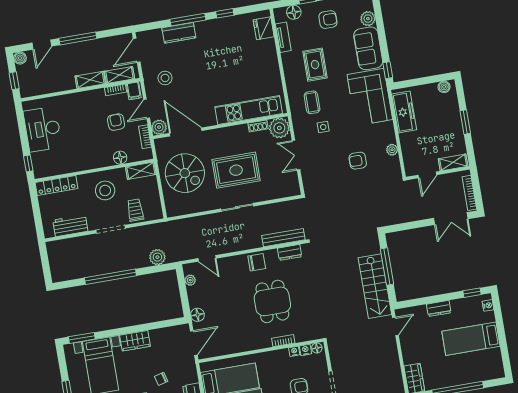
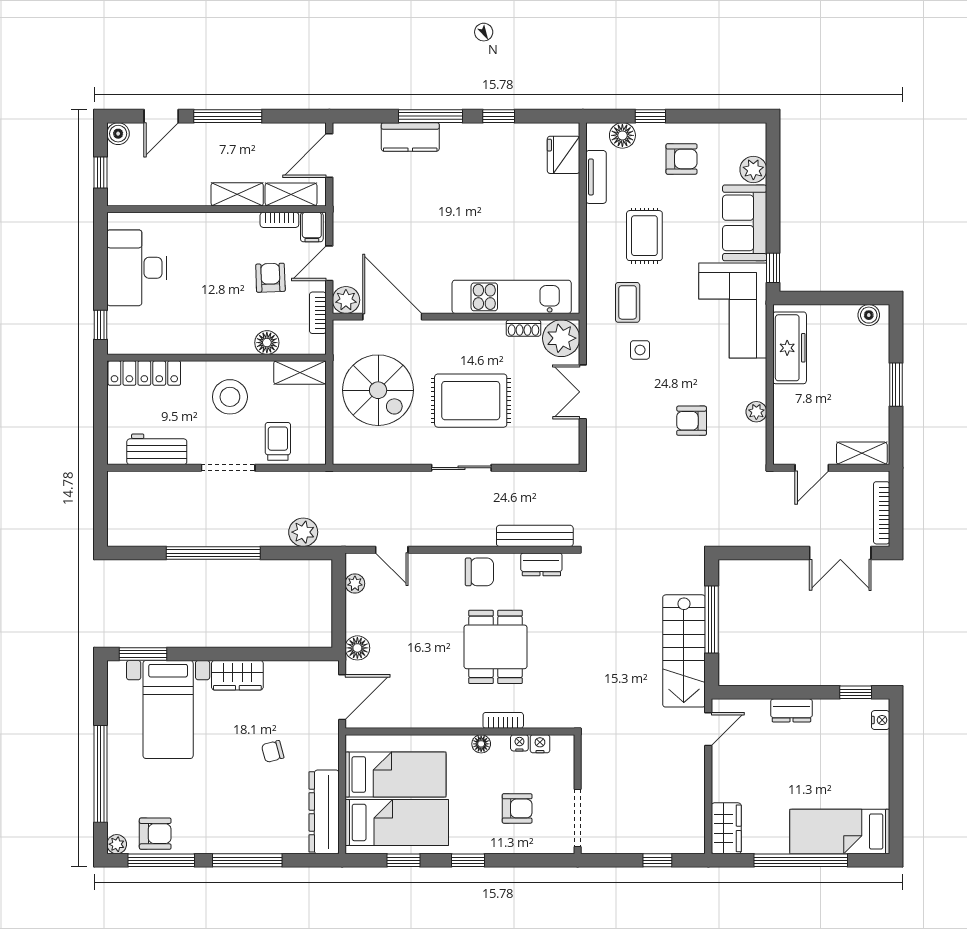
stool: (165, 78) -> (372, 214), removed
bed: (471, 339) -> (840, 831), moved
floor lamp: (317, 348) -> (481, 744), moved

